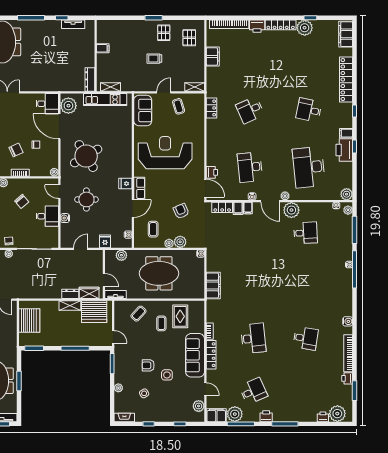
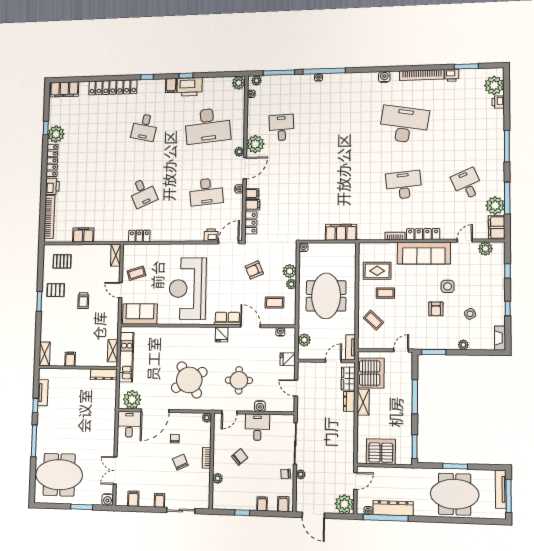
shelving: (107, 25) -> (45, 354), added
desk: (306, 338) -> (404, 125), width x1.87, depth x1.30
printer: (266, 416) -> (498, 168), removed

